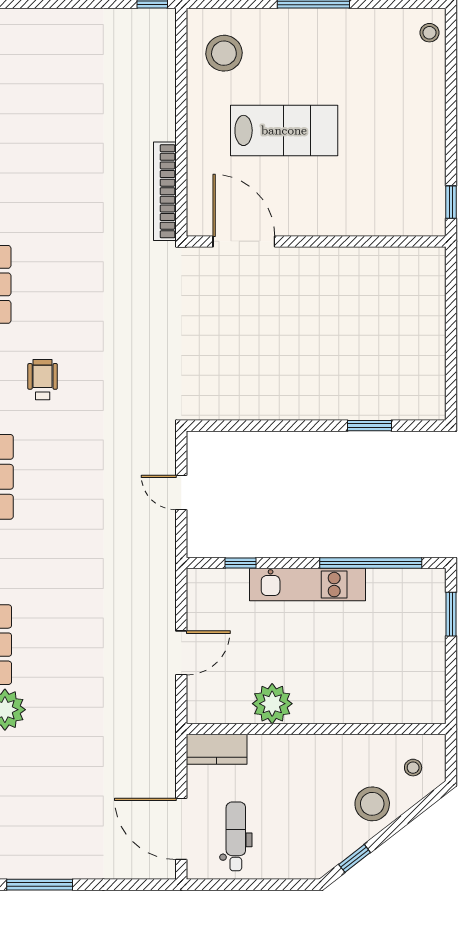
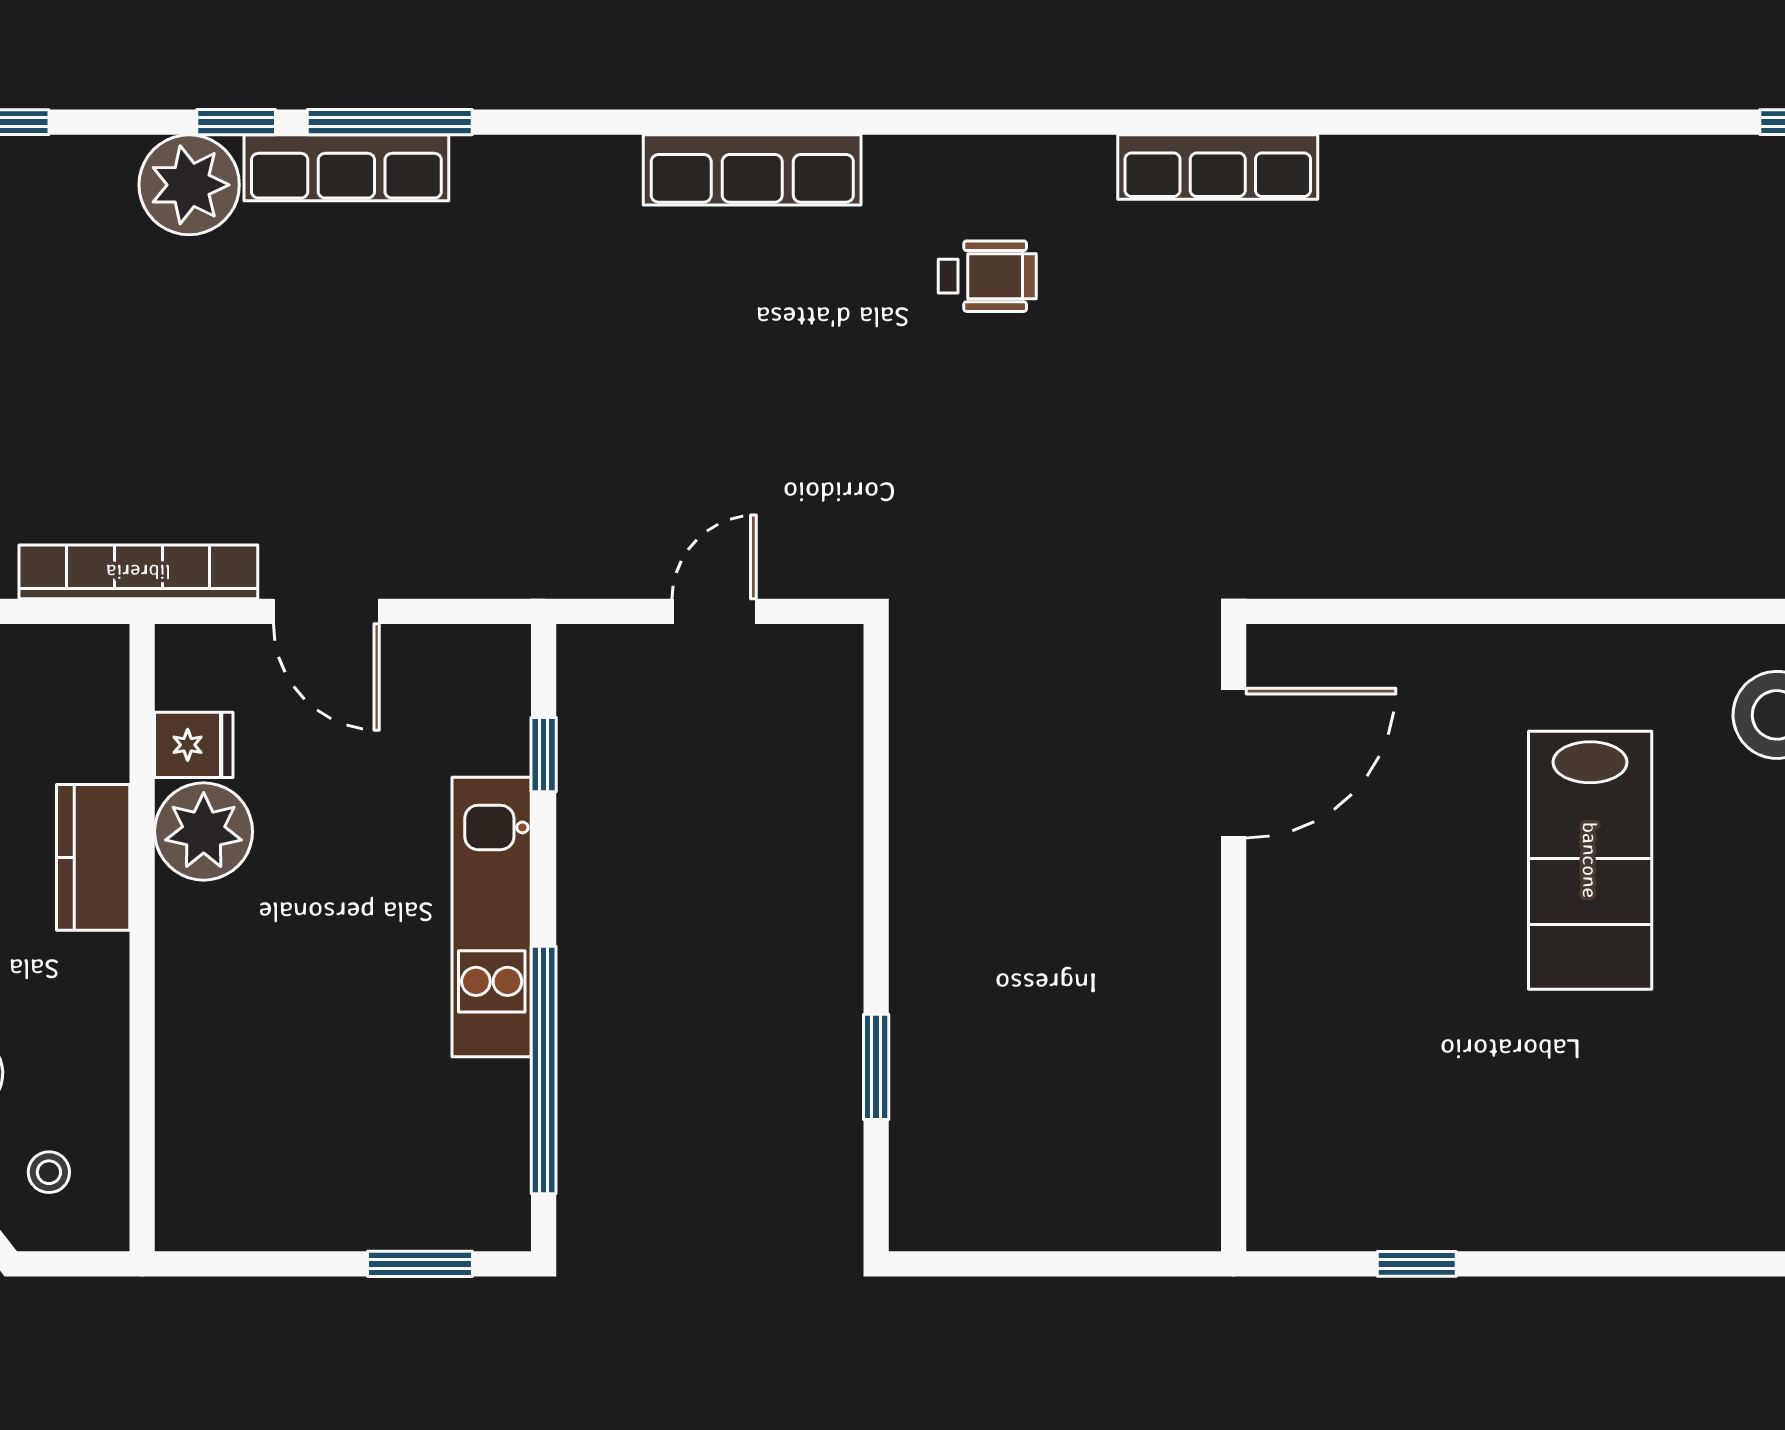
bookcase: (165, 191) -> (138, 572), moved
door: (244, 241) -> (1234, 763), moved
wall: (316, 241) -> (1234, 938), moved
fridge: (236, 708) -> (194, 745), added
kitchen counter: (217, 749) -> (93, 857), moved

